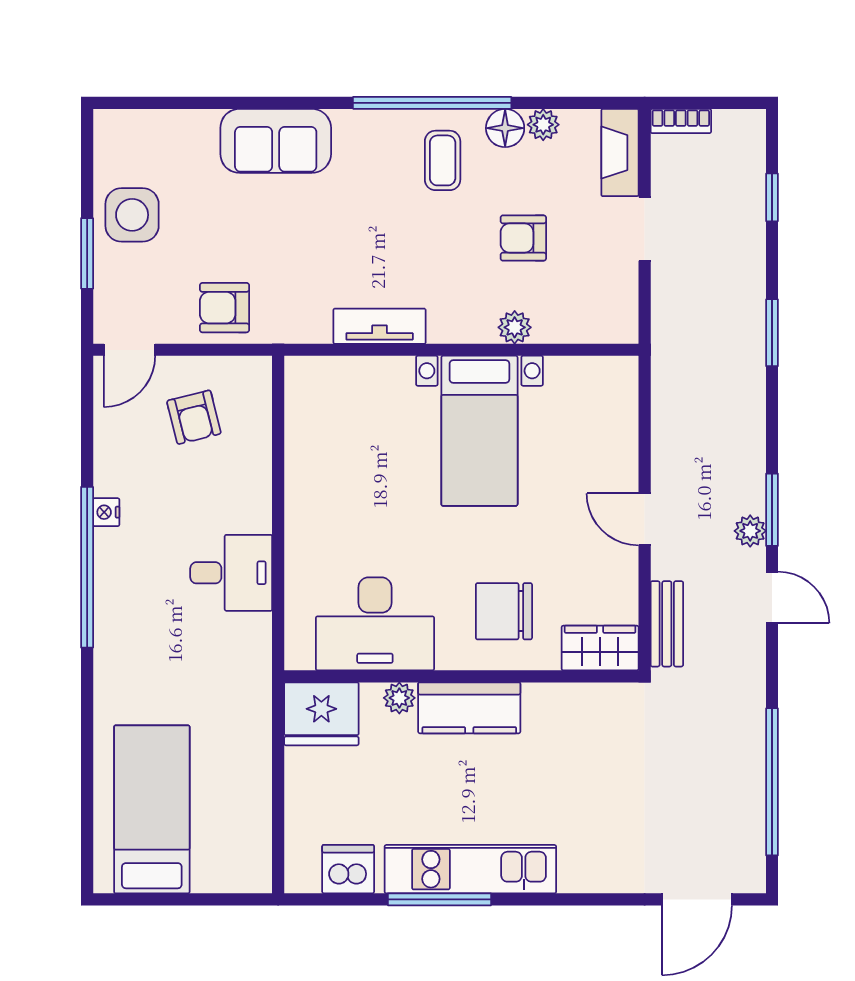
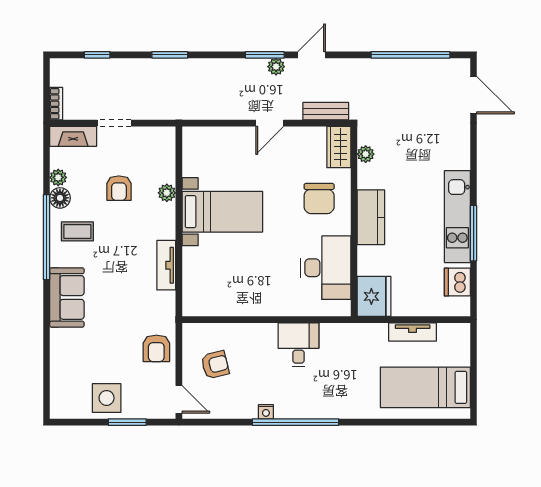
sofa: (276, 141) -> (67, 297), moved
plant: (399, 698) -> (366, 154), moved
tv unit: (255, 786) -> (413, 332), added

